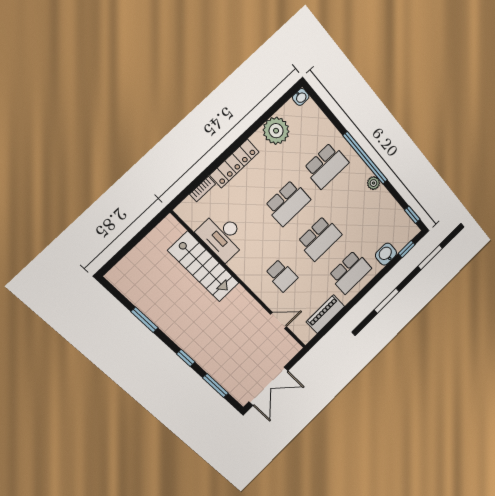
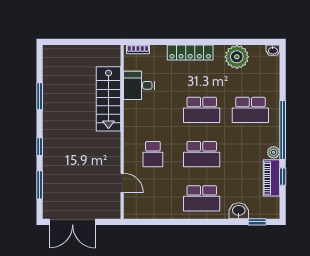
bookcase: (202, 189) -> (138, 49), moved
window: (412, 215) -> (283, 177), moved
desk: (222, 236) -> (139, 85), width x0.73
piano: (325, 314) -> (272, 178), moved, turned -90

